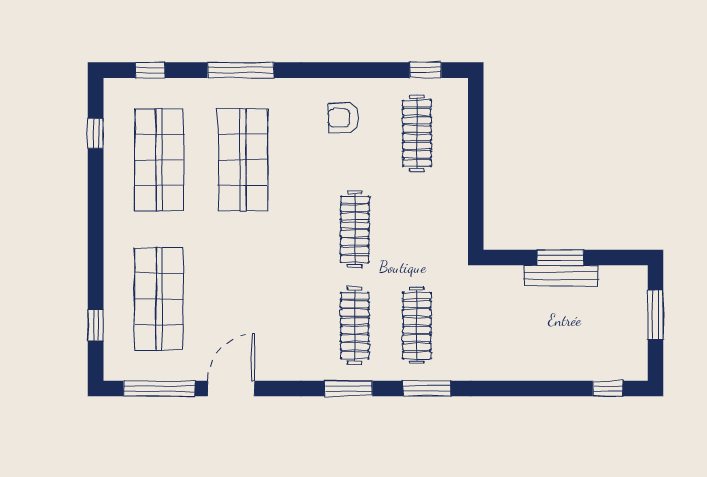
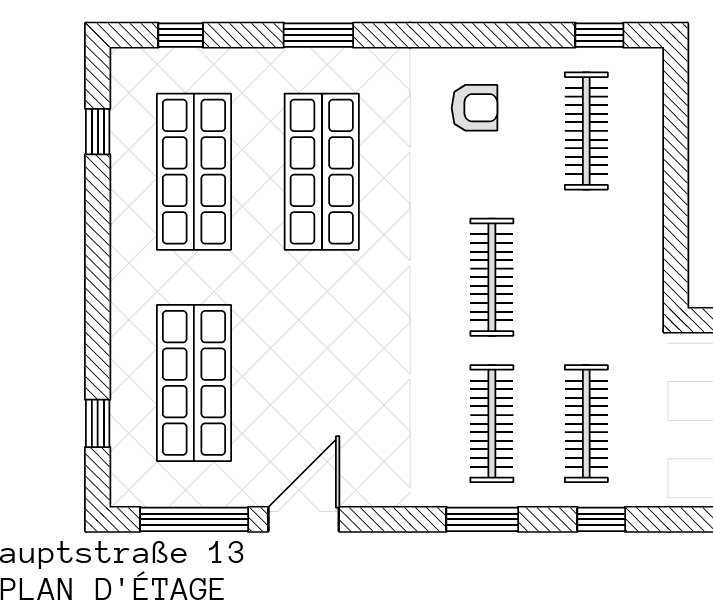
window: (241, 70) -> (318, 35), width x0.69
armchair: (343, 118) -> (474, 108), turned 180
window: (427, 388) -> (601, 519), width x0.67

